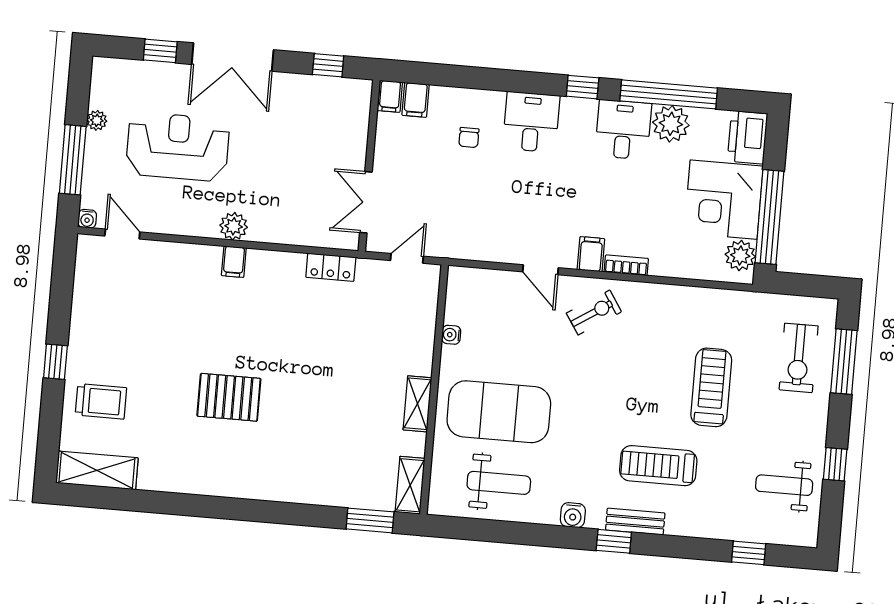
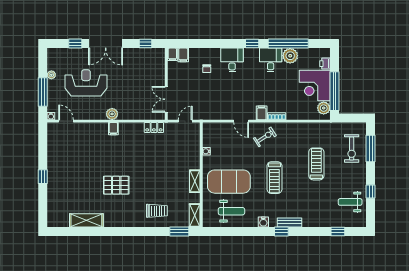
printer: (748, 137) -> (325, 64), width x0.53, depth x0.68
trolley: (101, 401) -> (157, 211), moved
treadmill: (658, 466) -> (274, 178), moved, turned -90
shelving: (97, 470) -> (86, 220), moved

